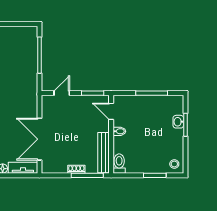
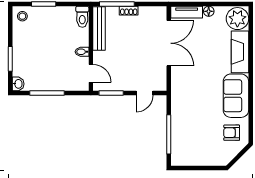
washbasin: (178, 122) -> (18, 84), moved

